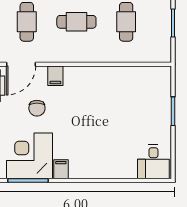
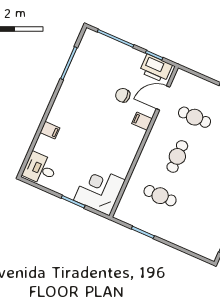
door: (21, 64) -> (163, 98), hinge flipped
corner desk: (30, 156) -> (99, 190), moved, turned -90
filing cabinet: (61, 169) -> (50, 130), moved

